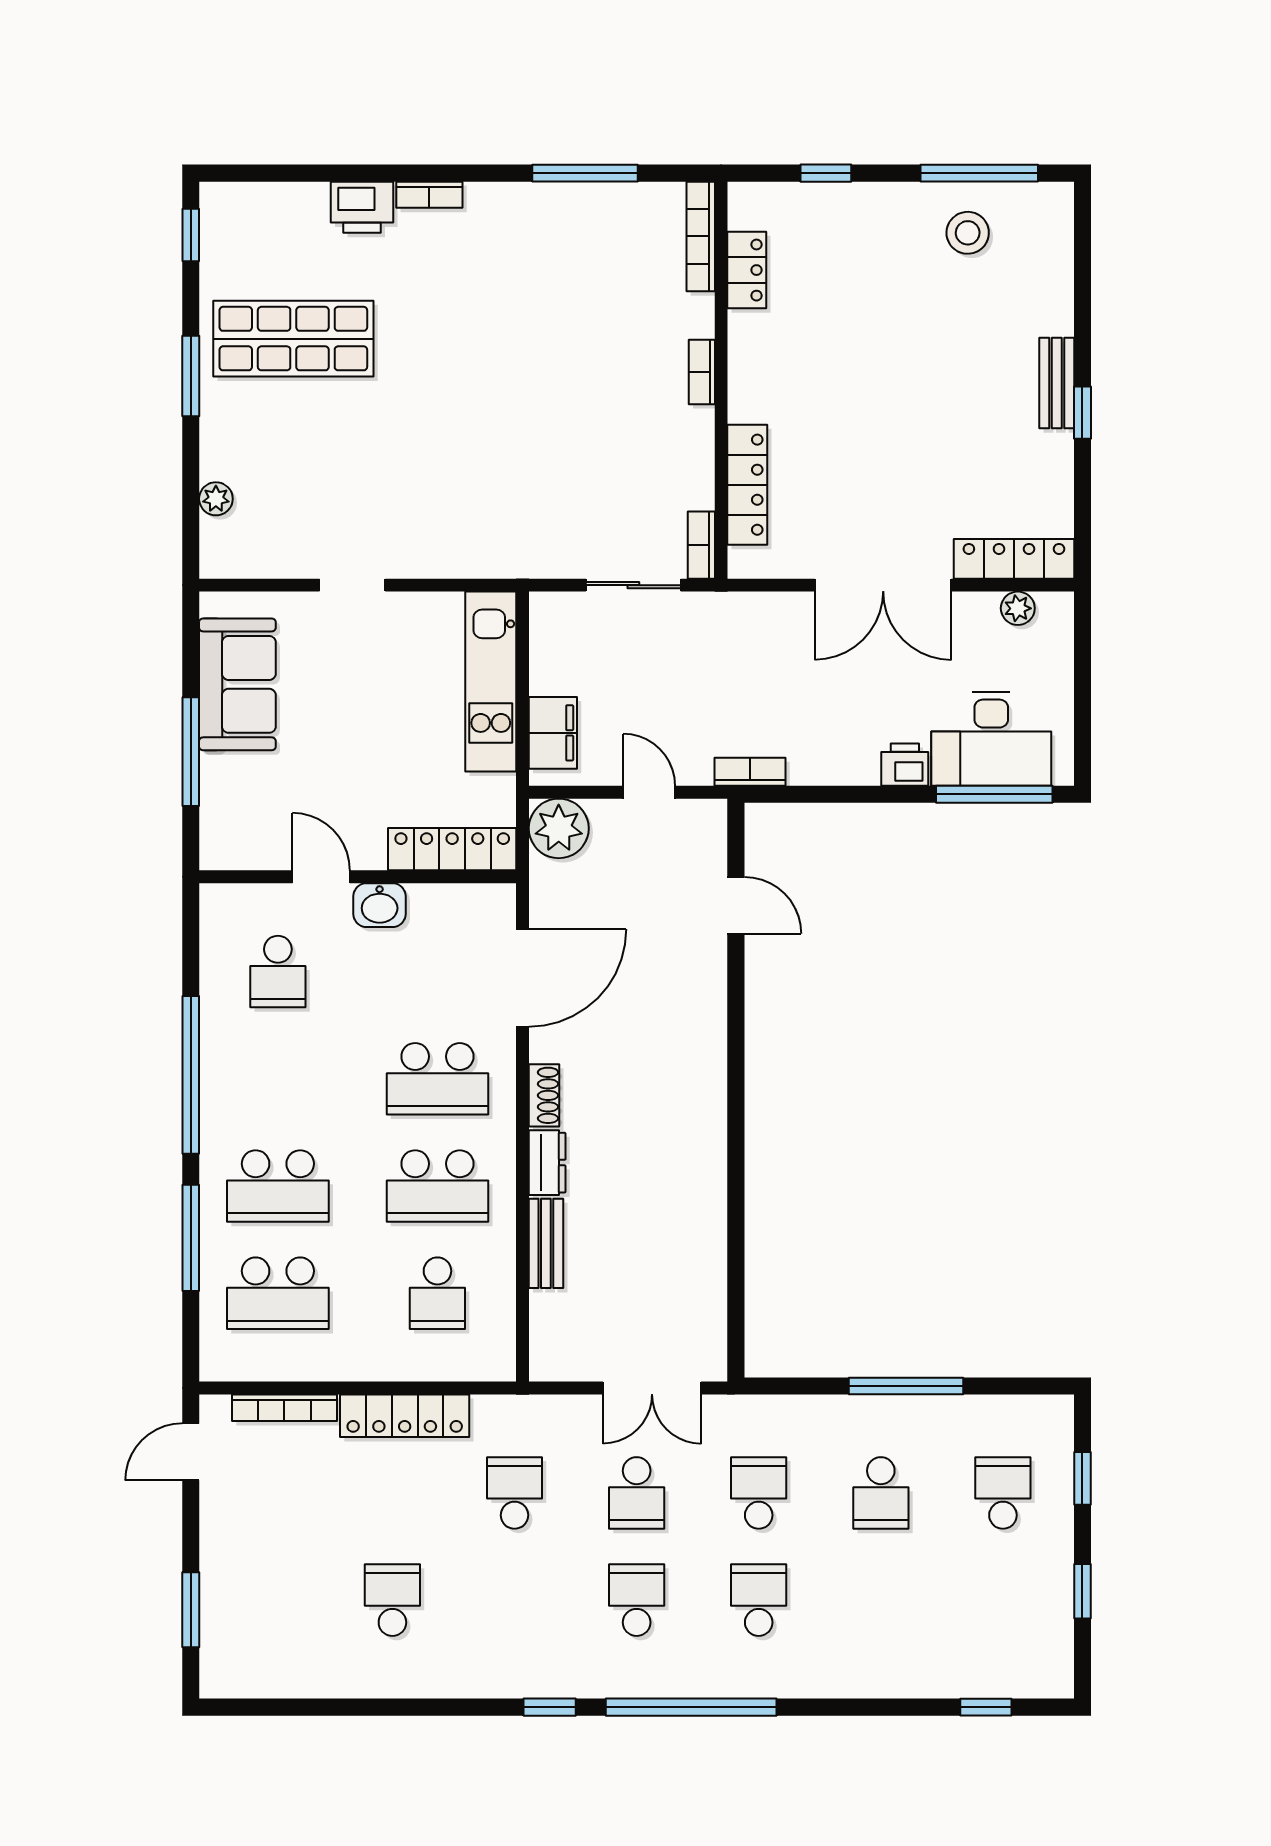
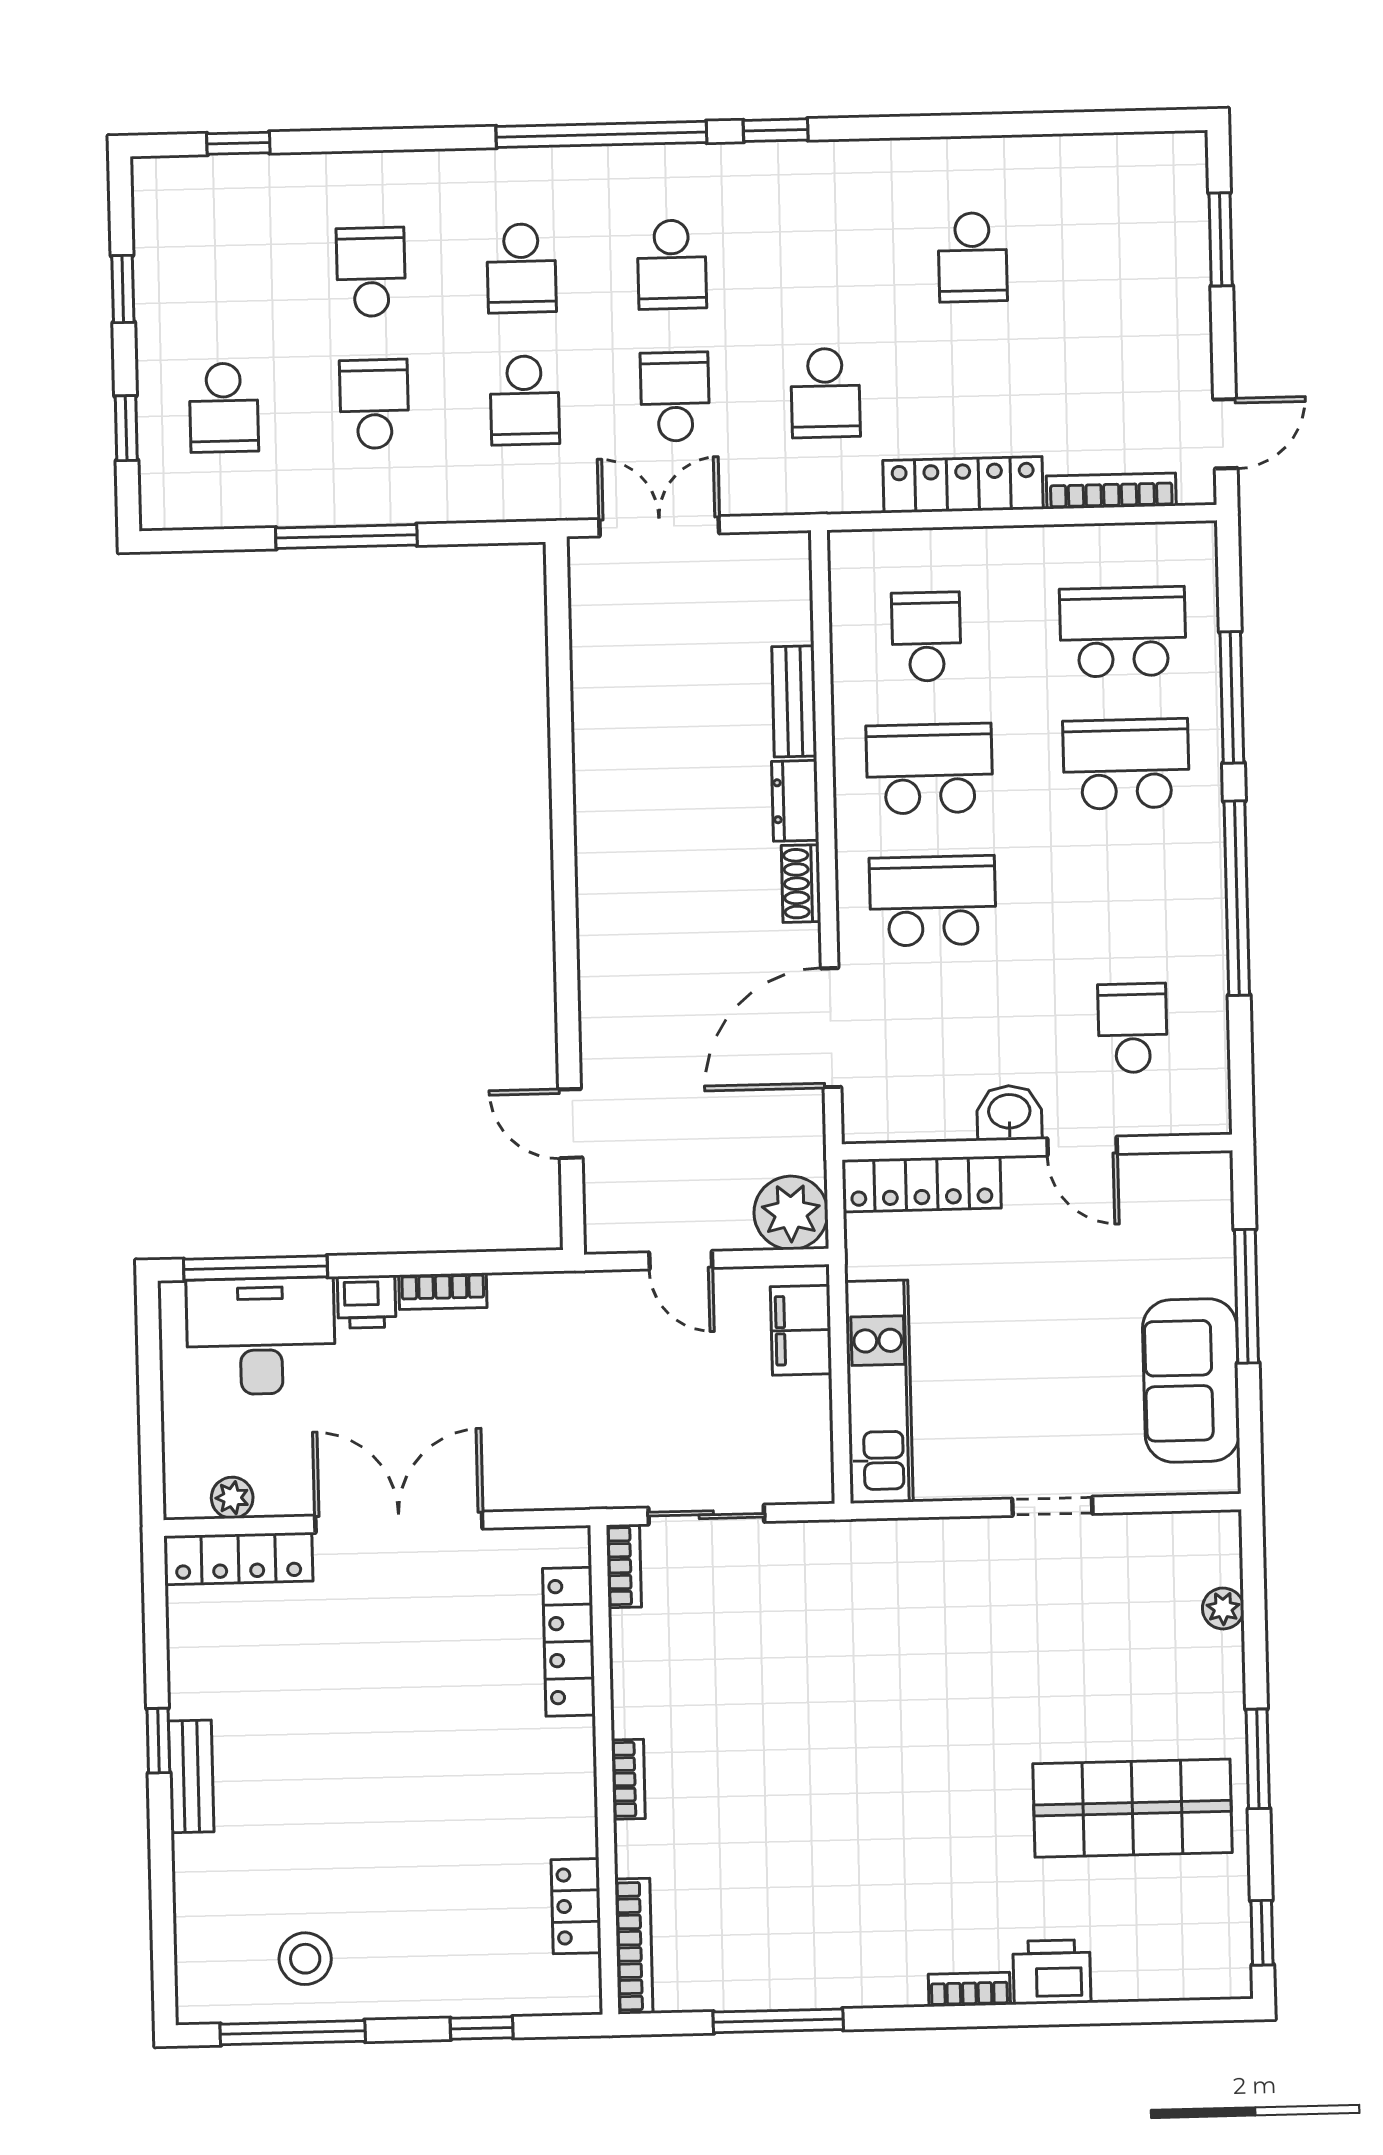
bookcase: (750, 772) -> (443, 1291), moved
school desk: (881, 1600) -> (371, 272), added

